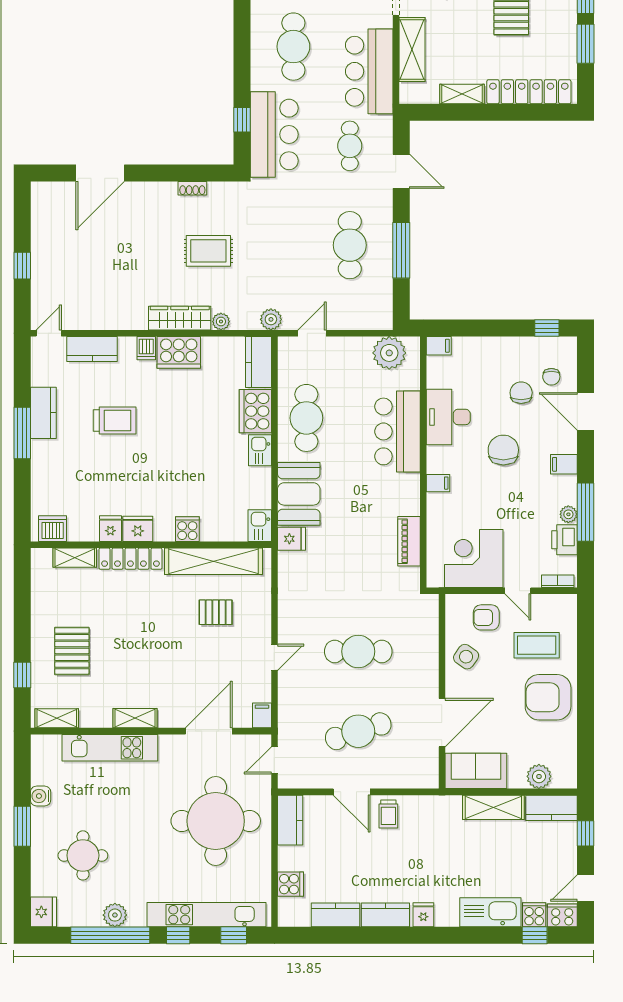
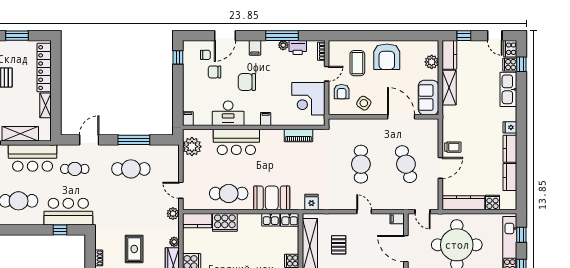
kitchen sink: (260, 450) -> (271, 220), moved
fridge: (291, 539) -> (311, 202), moved
kitchen counter: (290, 820) -> (463, 203), width x1.50

